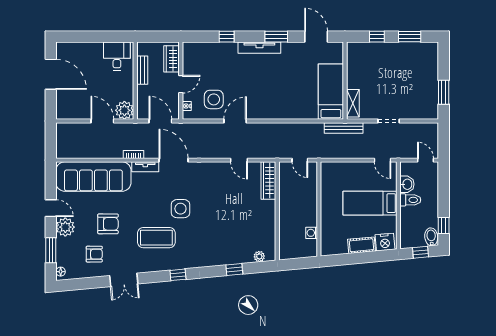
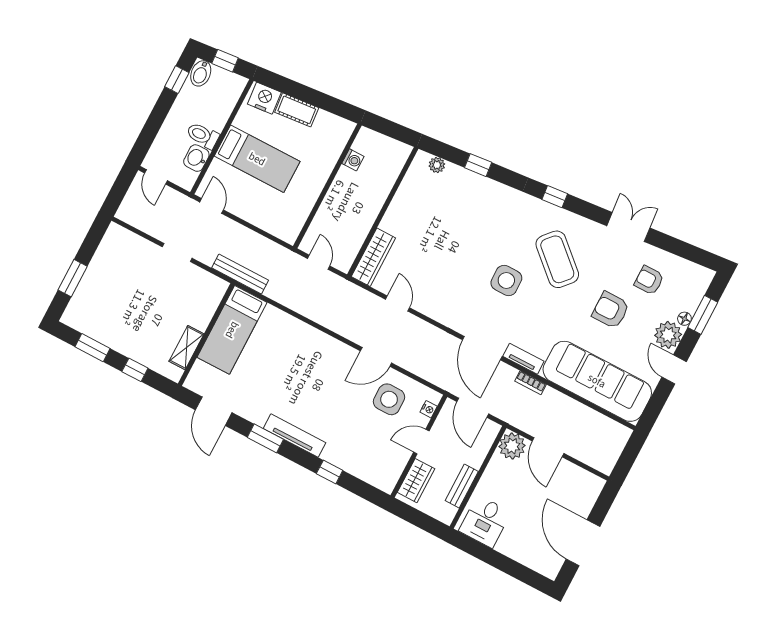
window: (444, 92) -> (73, 278), moved
shelving: (353, 103) -> (186, 348), moved
coffee table: (156, 238) -> (557, 259), turned 42
floor lamp: (61, 272) -> (684, 319), moved

